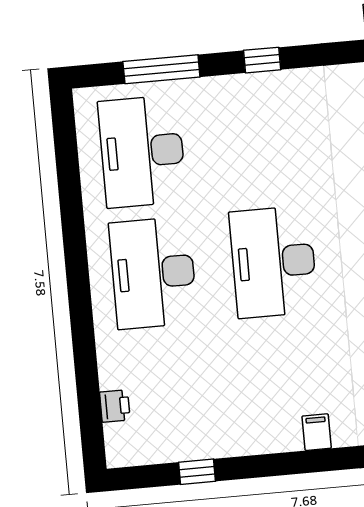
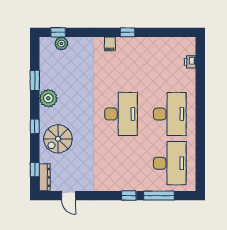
window: (262, 60) -> (129, 196), moved
window: (197, 472) -> (128, 32), moved

